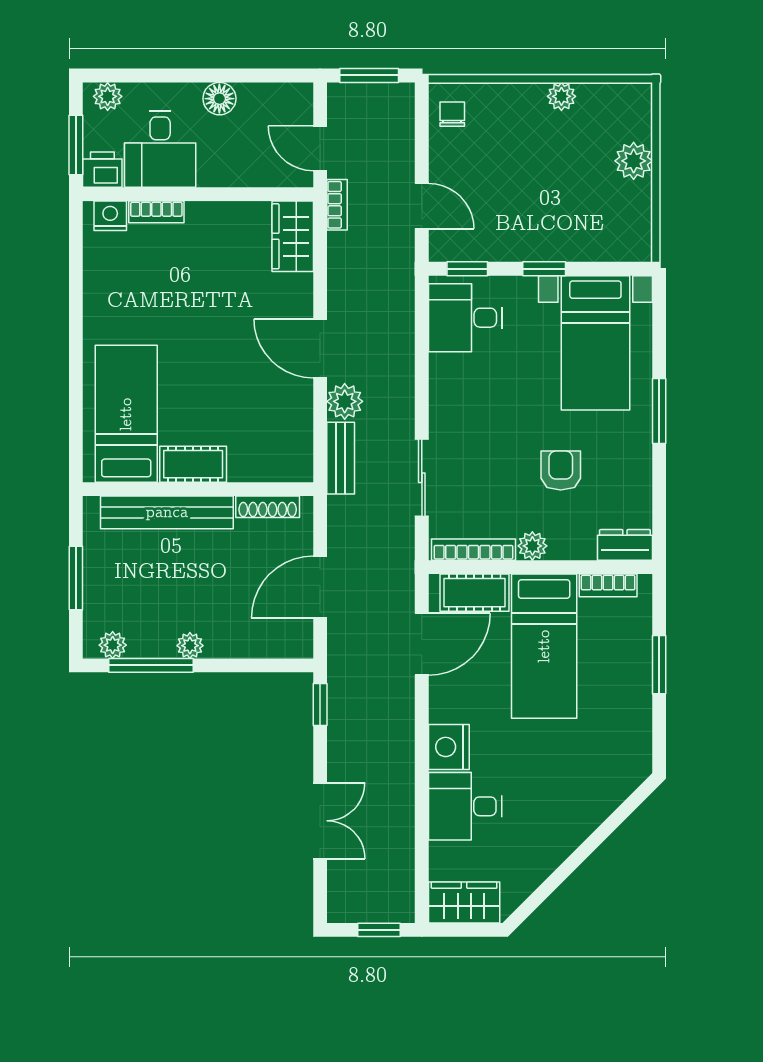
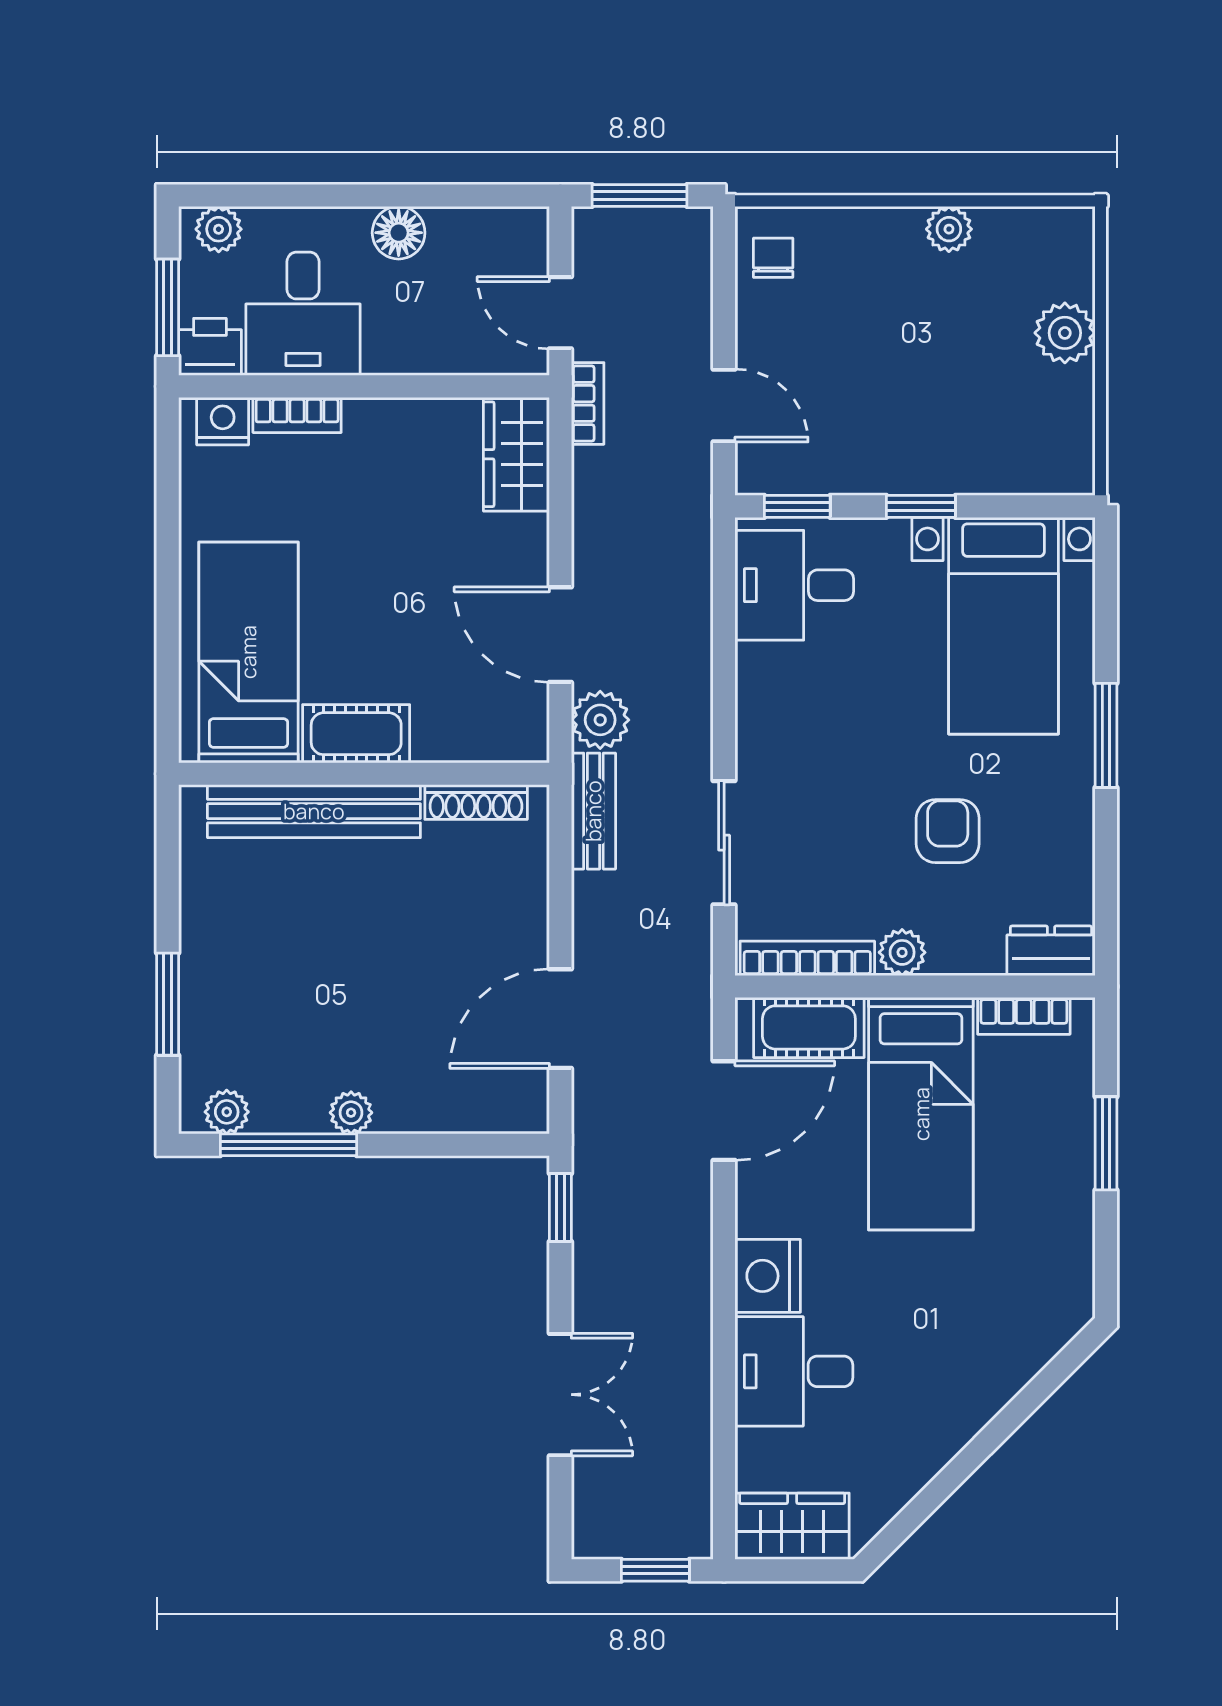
bed: (126, 414) -> (248, 652), moved
cot: (193, 464) -> (356, 734), moved
wall: (198, 489) -> (364, 774), moved
shoe rack: (268, 507) -> (476, 802), moved
bench: (167, 512) -> (314, 811), moved

